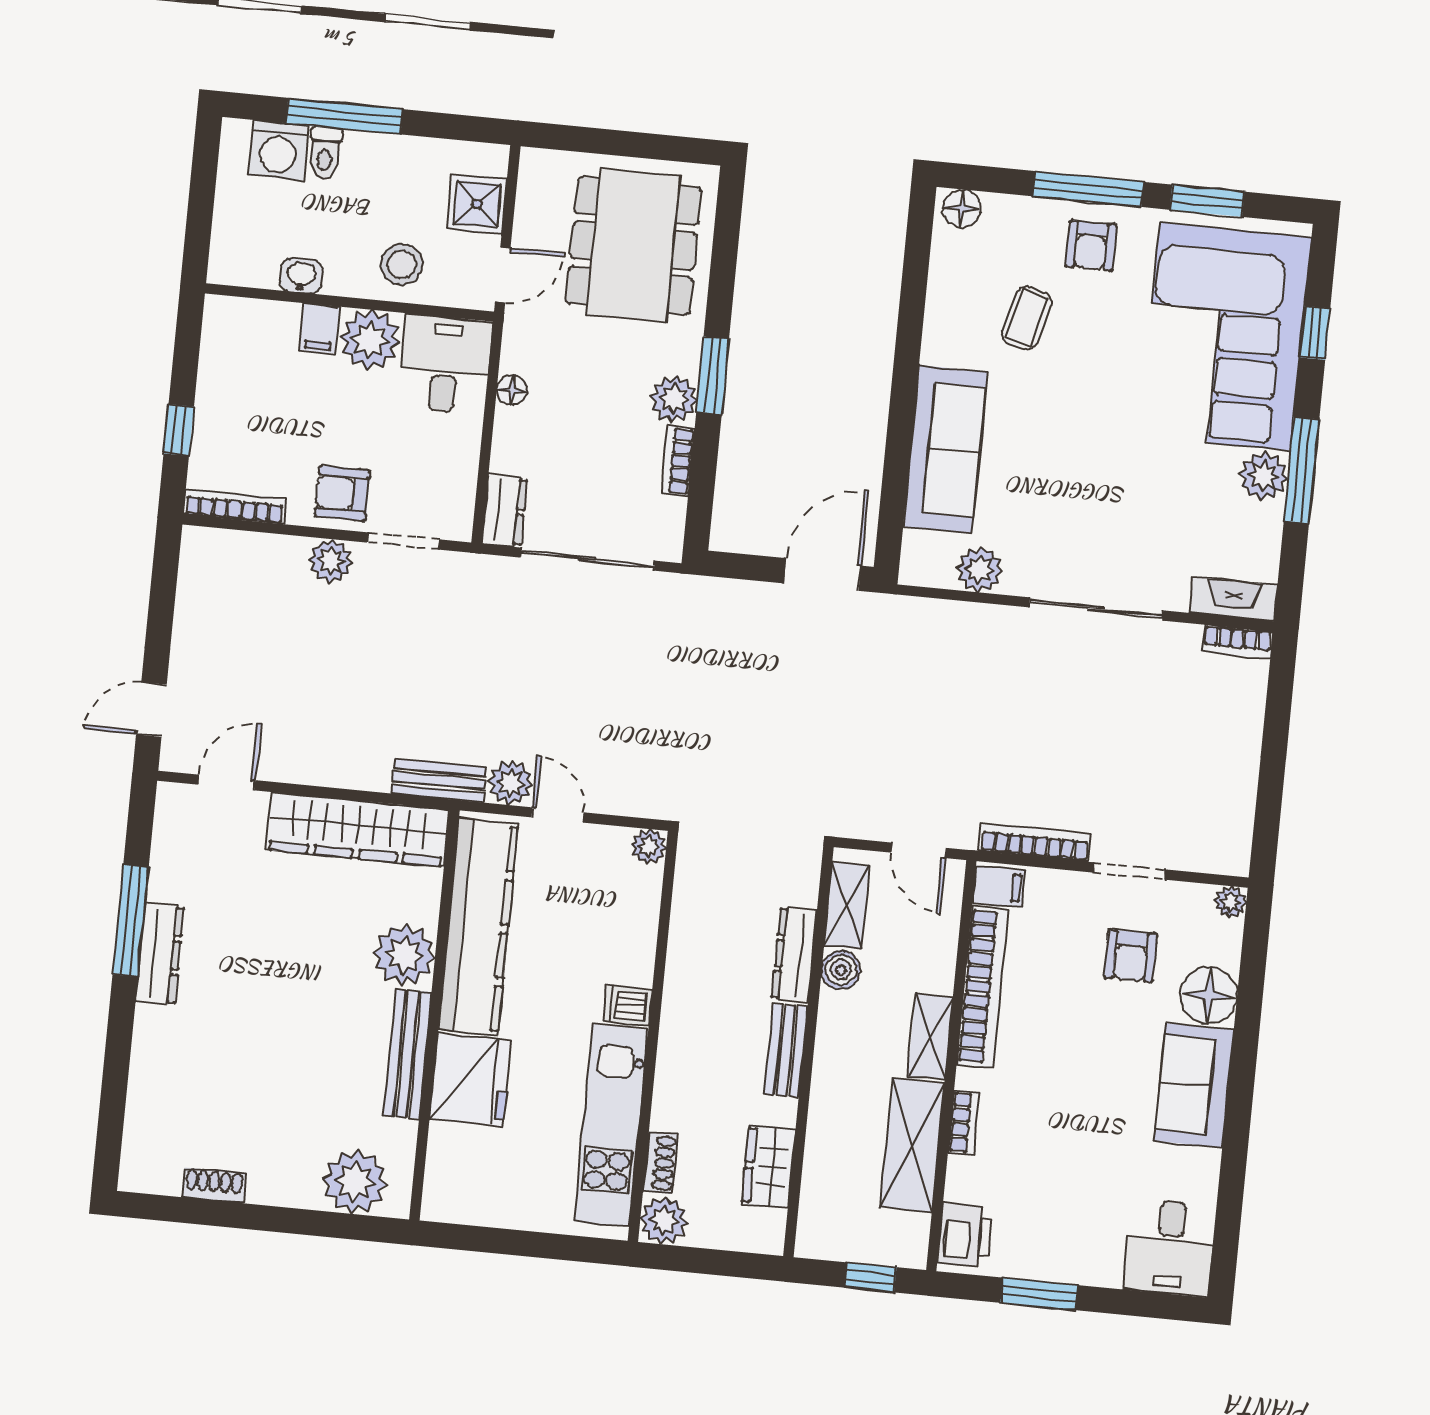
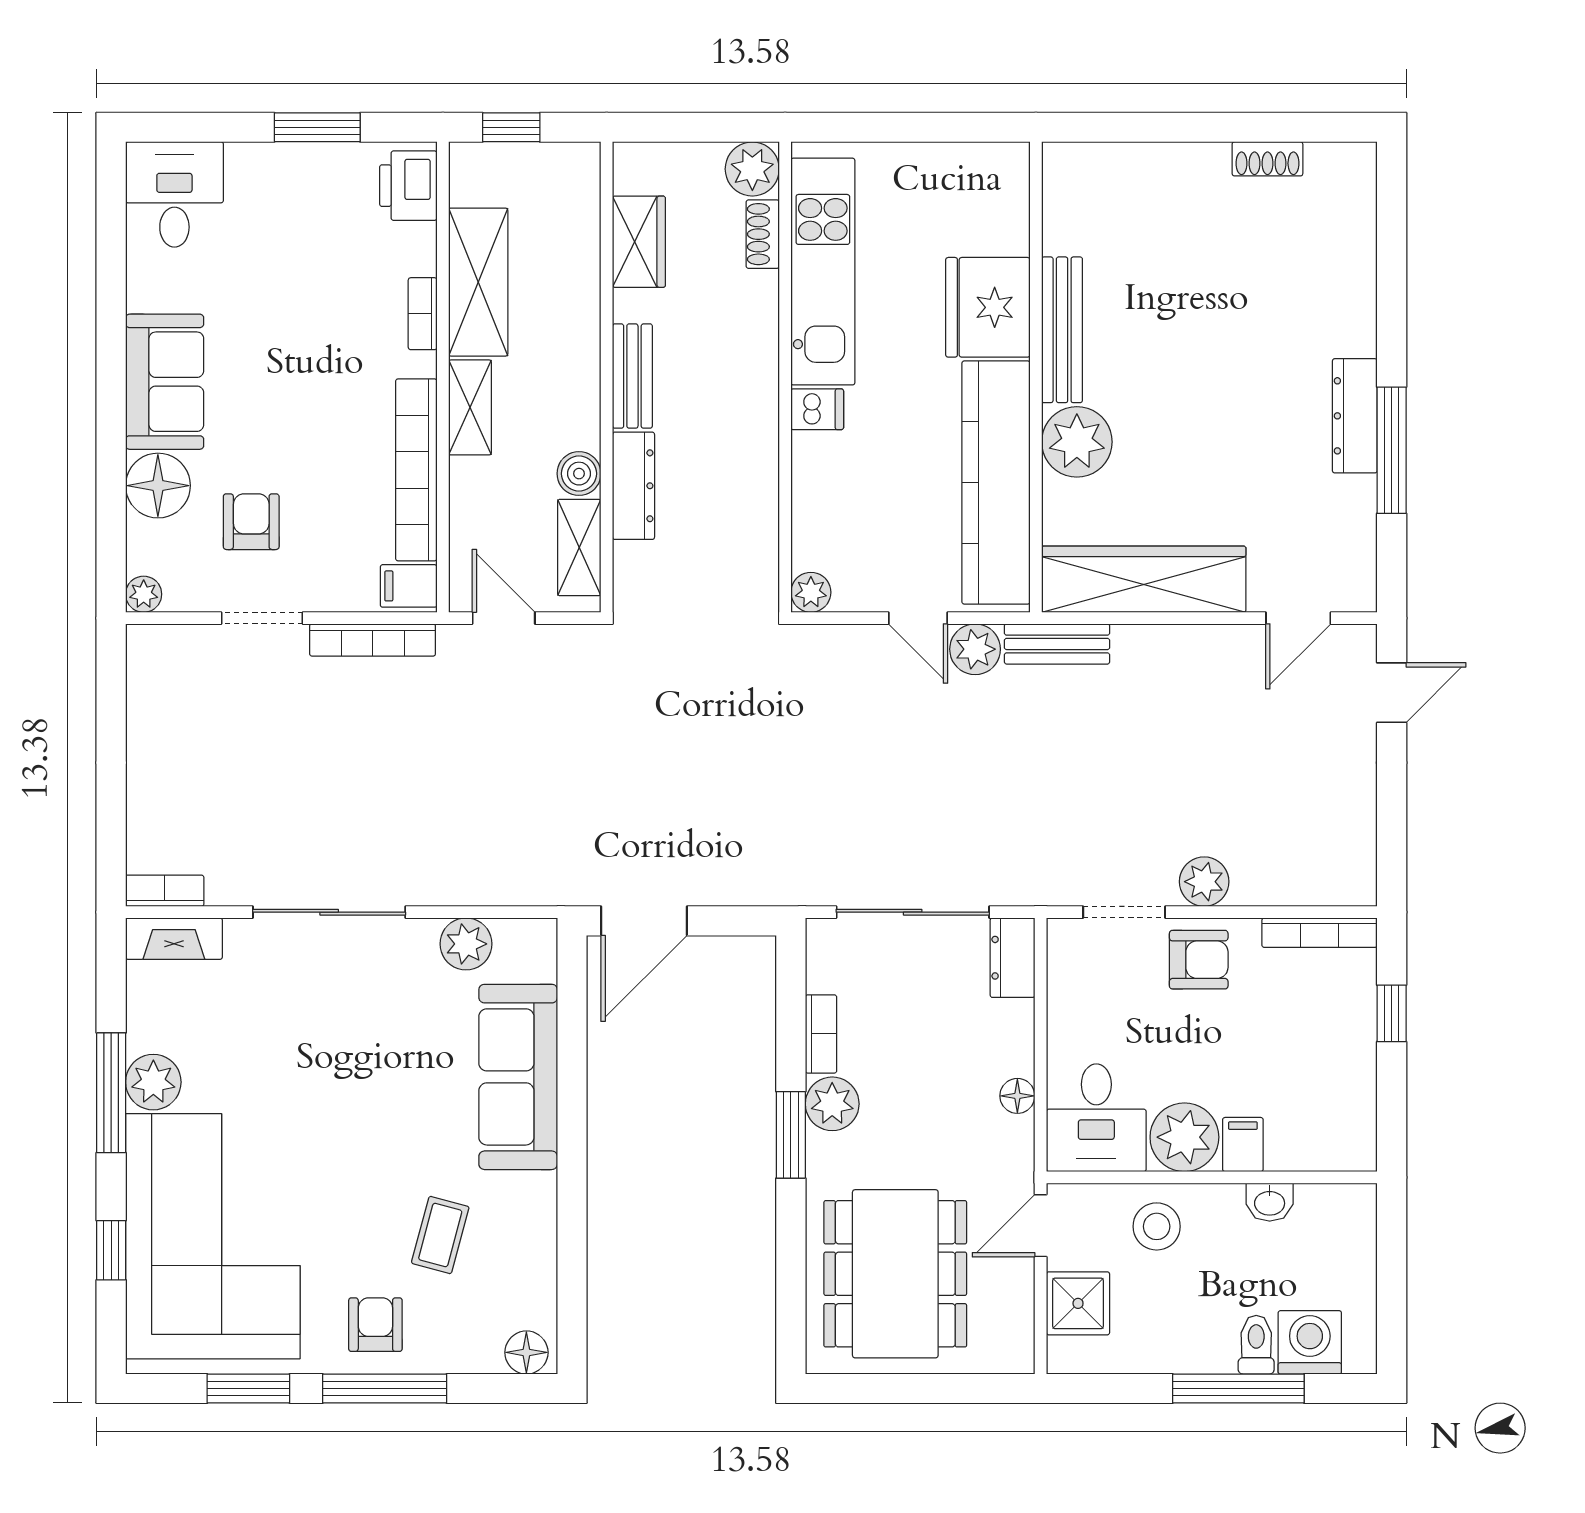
plant: (355, 1182) -> (1108, 178), removed

